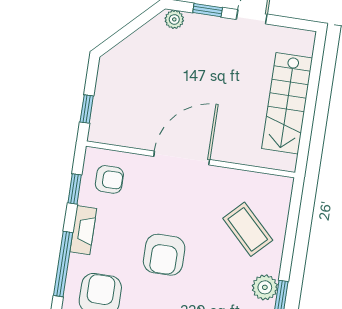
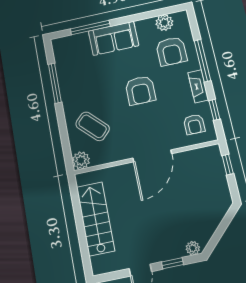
armchair: (109, 179) -> (194, 124), turned -90
armchair: (164, 255) -> (140, 90), turned 180
plant: (265, 287) -> (81, 160), moved

